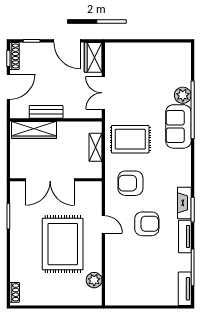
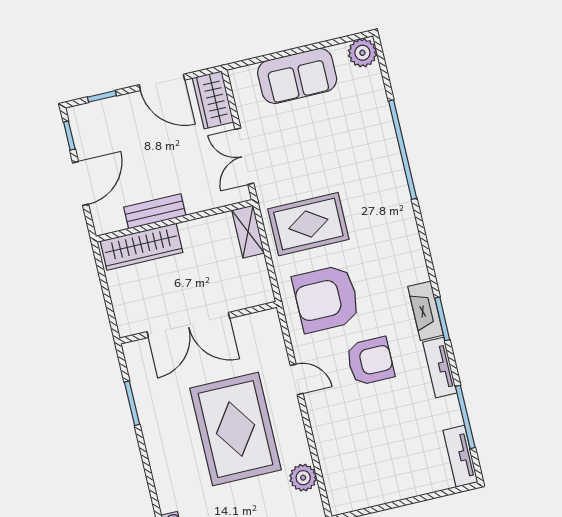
shoe rack: (14, 56) -> (79, 129), removed
plant: (183, 95) -> (362, 53), moved
sofa: (178, 126) -> (297, 76), moved, turned -90
shelving: (96, 147) -> (248, 232), moved
armchair: (130, 183) -> (326, 299), width x1.36, depth x1.36

